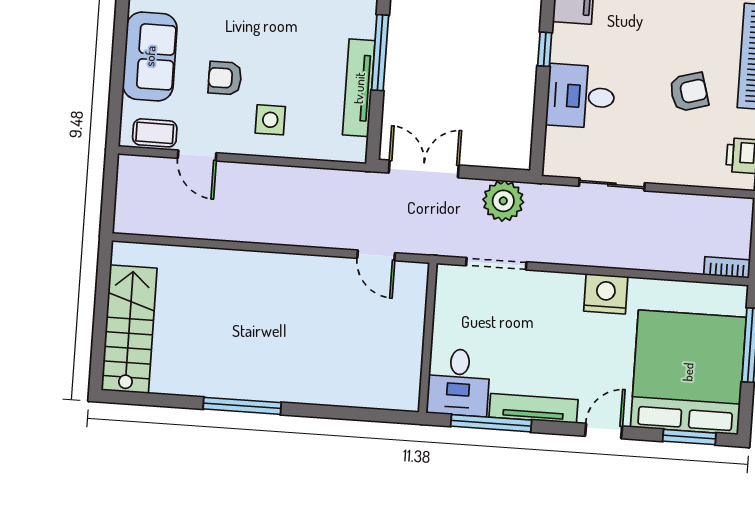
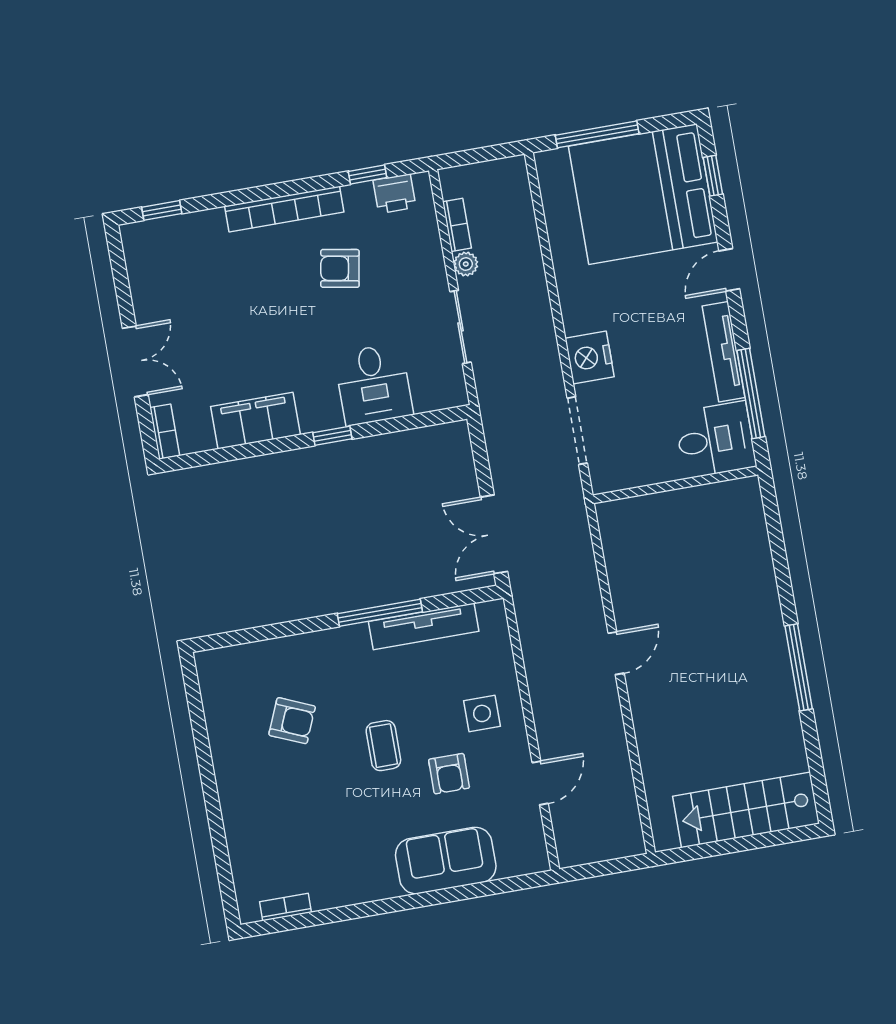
armchair: (689, 92) -> (340, 268), turned -64
coffee table: (155, 133) -> (383, 746), moved
plant: (503, 201) -> (466, 264), moved, width x0.53, depth x0.53
door: (376, 255) -> (616, 653), moved
bookcase: (727, 267) -> (457, 225), moved, turned 180
nightstand: (606, 294) -> (590, 357), moved
door: (604, 431) -> (729, 270), hinge flipped
window: (689, 437) -> (713, 176), width x0.67

